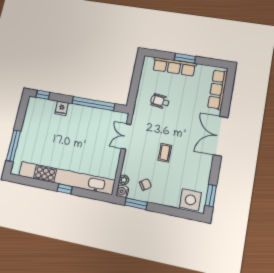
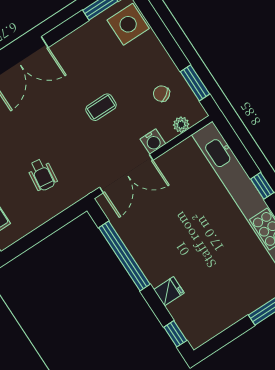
double door: (126, 136) -> (126, 174), width x1.37
water cooler: (122, 191) -> (153, 142), moved

